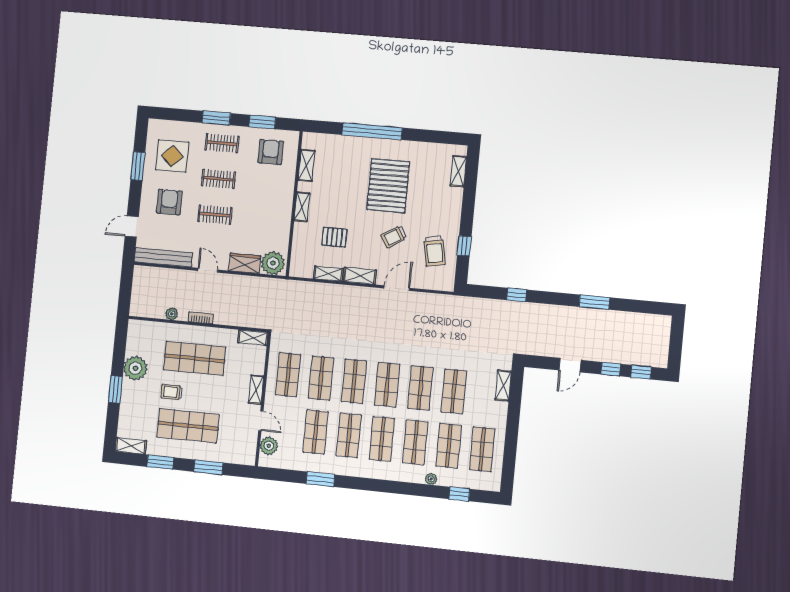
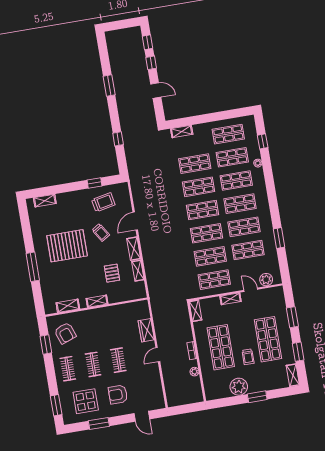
window: (216, 118) -> (56, 405), moved
window: (372, 131) -> (33, 267), width x0.68
armchair: (271, 152) -> (65, 333), turned -110
bench: (163, 257) -> (157, 388), removed
plant: (273, 263) -> (141, 311), removed
door: (397, 288) -> (135, 221), hinge flipped
door: (261, 421) -> (251, 290), hinge flipped

